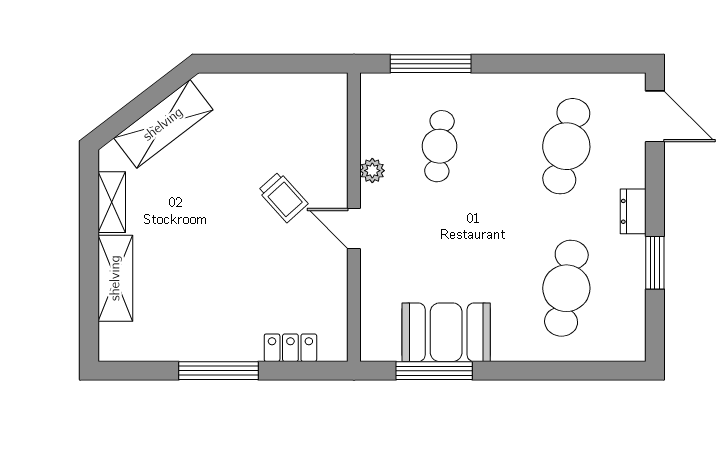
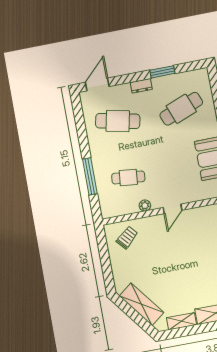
window: (431, 64) -> (90, 176), moved
trolley: (283, 197) -> (127, 237), moved
cafe table: (566, 288) -> (181, 109), turned -30

